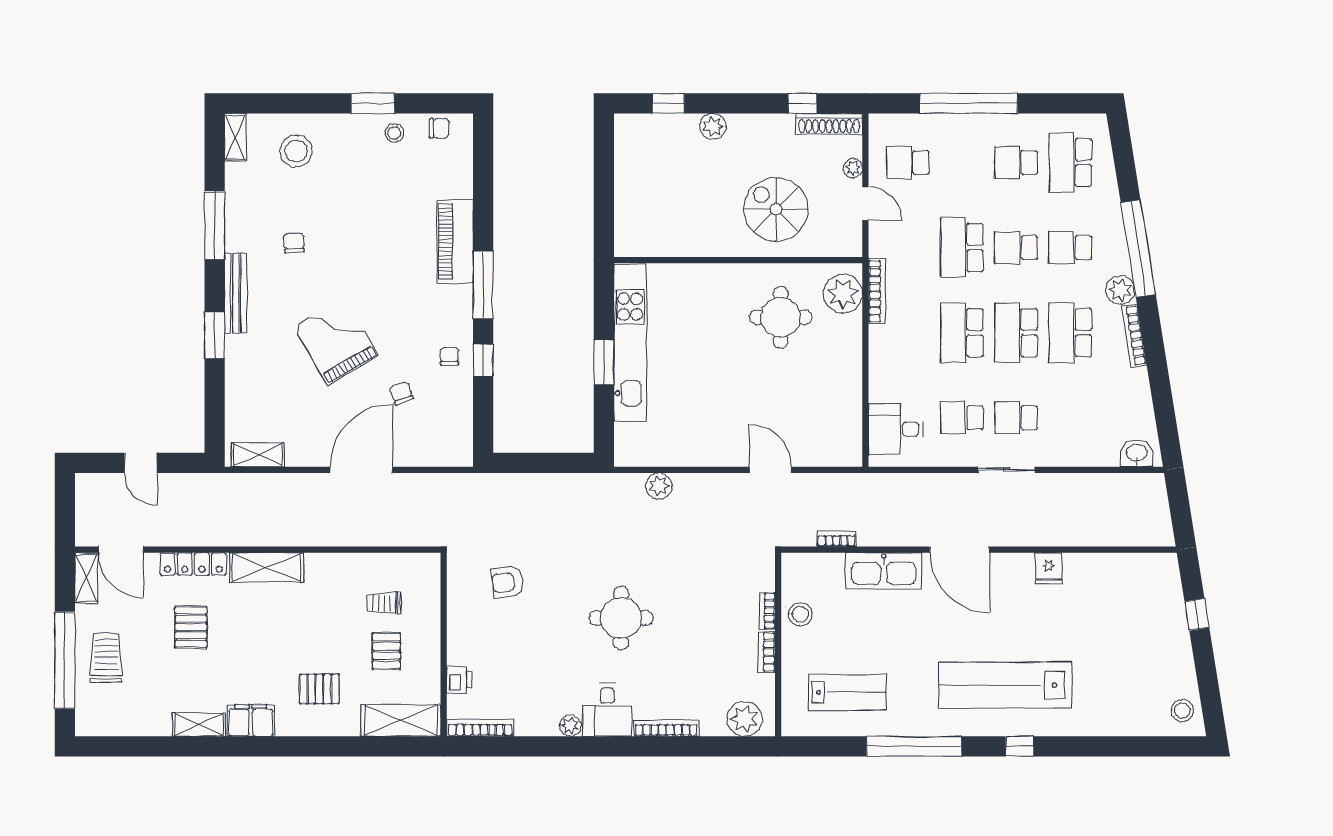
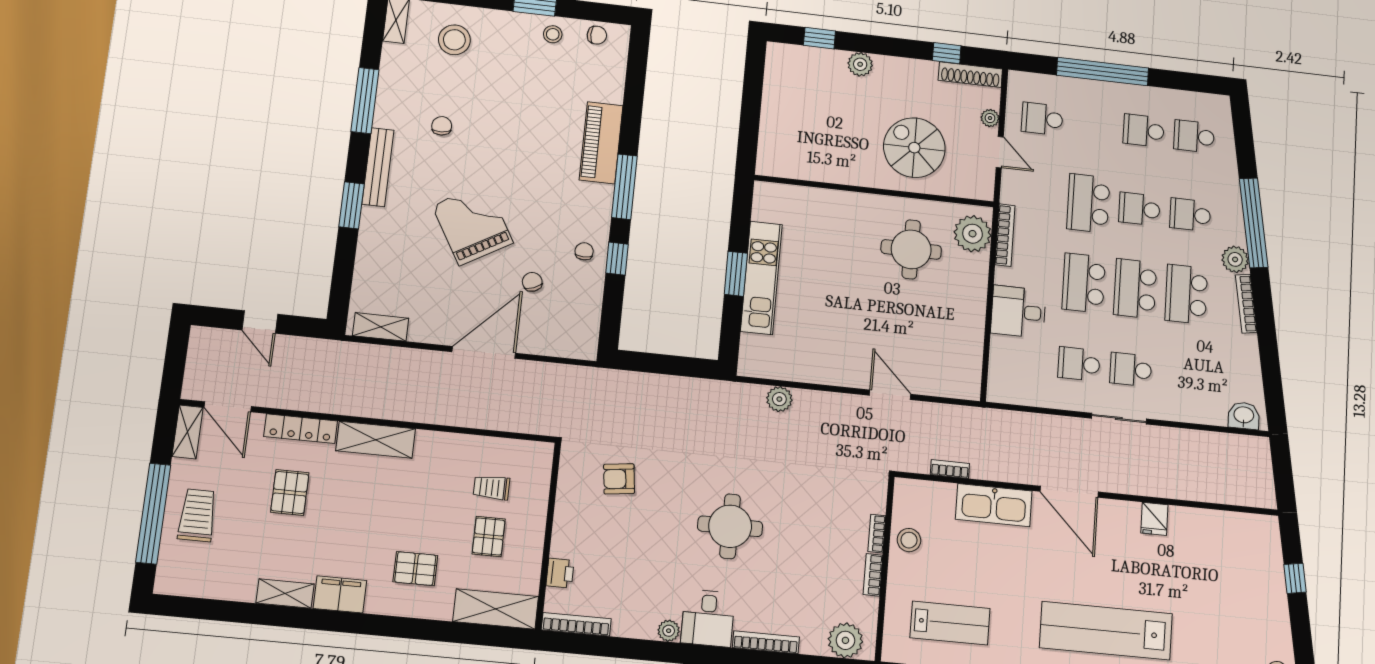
school desk: (1070, 162) -> (1194, 136), width x0.54
kitchen unit: (630, 343) -> (761, 278), width x0.73
desk: (896, 429) -> (1018, 312), moved

